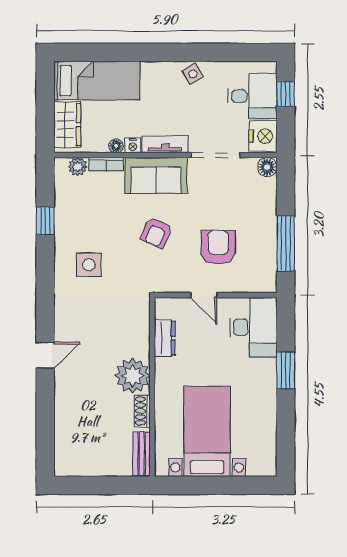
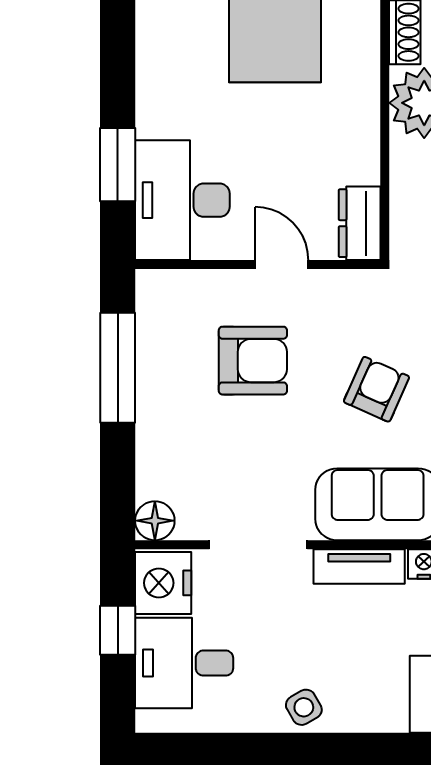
window: (286, 94) -> (118, 630), moved
armchair: (218, 247) -> (253, 361), turned -90
dresser: (165, 338) -> (360, 223), moved
window: (286, 371) -> (118, 165), moved

